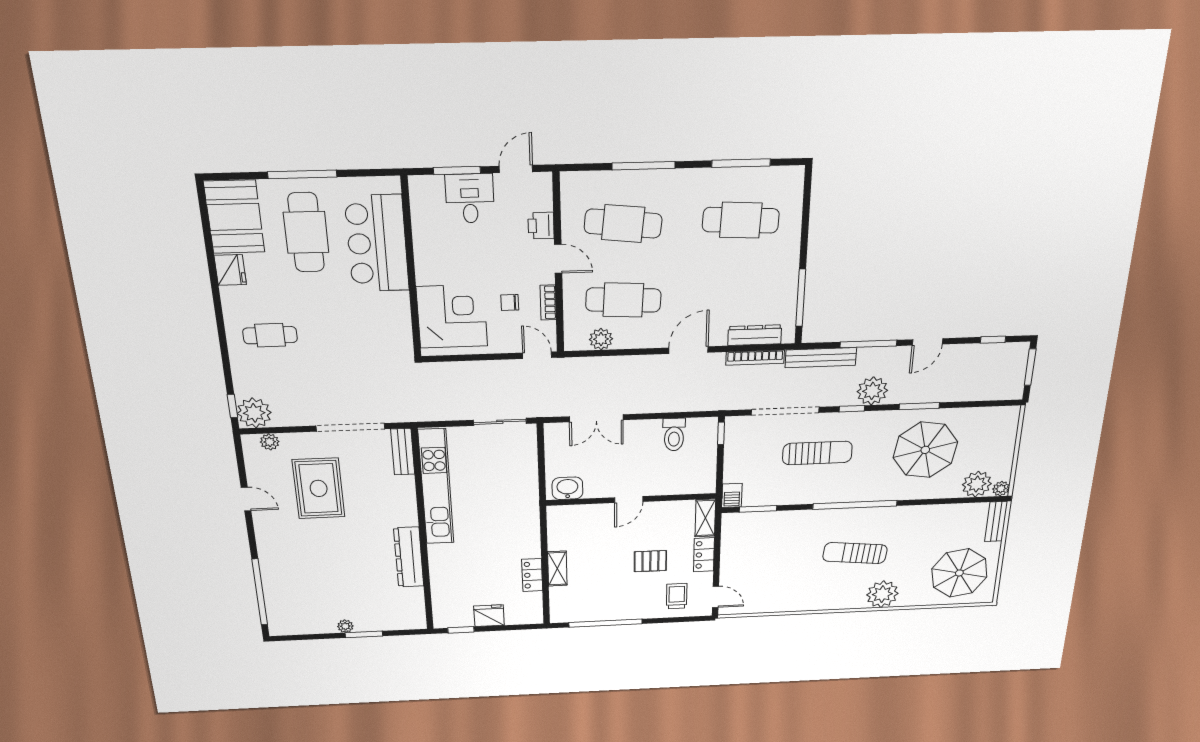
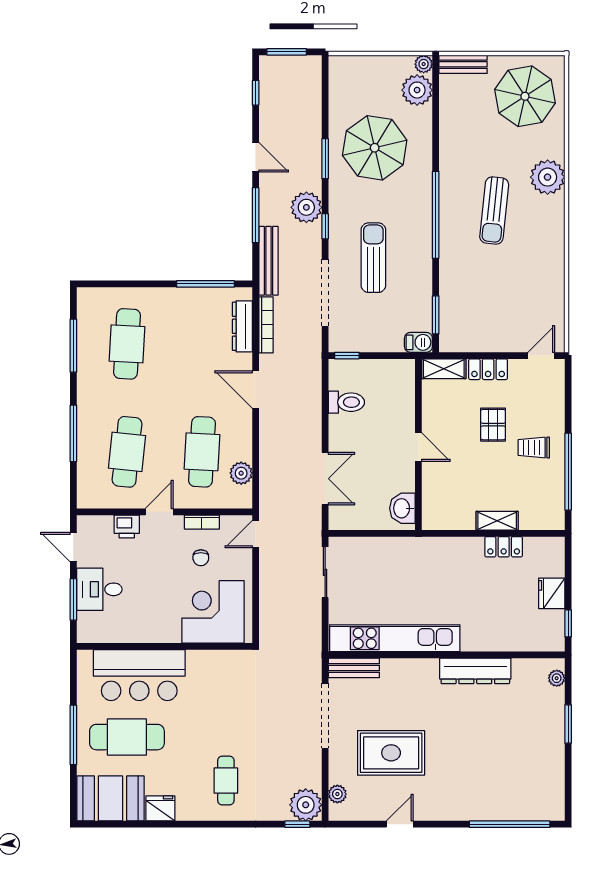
trolley: (677, 596) -> (534, 448), moved
plant: (345, 626) -> (557, 678), moved

